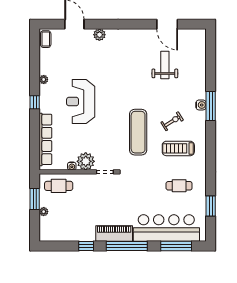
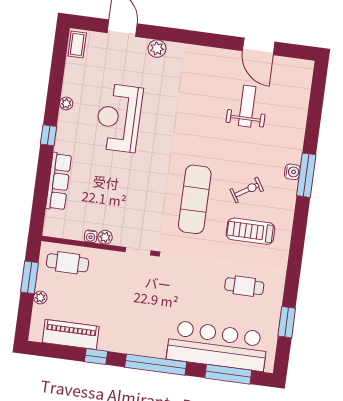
reception desk: (81, 102) -> (119, 118), moved
row of seats: (45, 139) -> (59, 181), width x0.73
plant: (86, 161) -> (105, 237), width x0.53, depth x0.53
piano: (114, 234) -> (71, 334), moved

